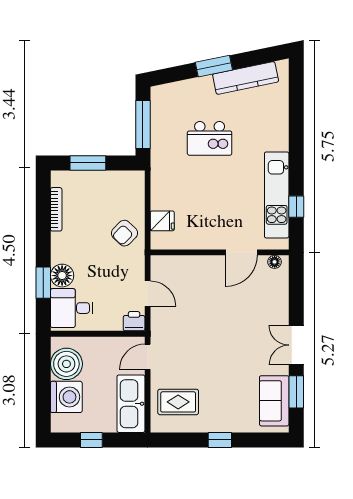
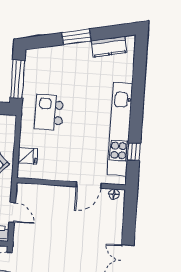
kitchen counter: (246, 78) -> (109, 47), width x0.67
kitchen island: (210, 138) -> (49, 112), moved, turned 90
kitchen unit: (277, 195) -> (120, 129), width x1.36

